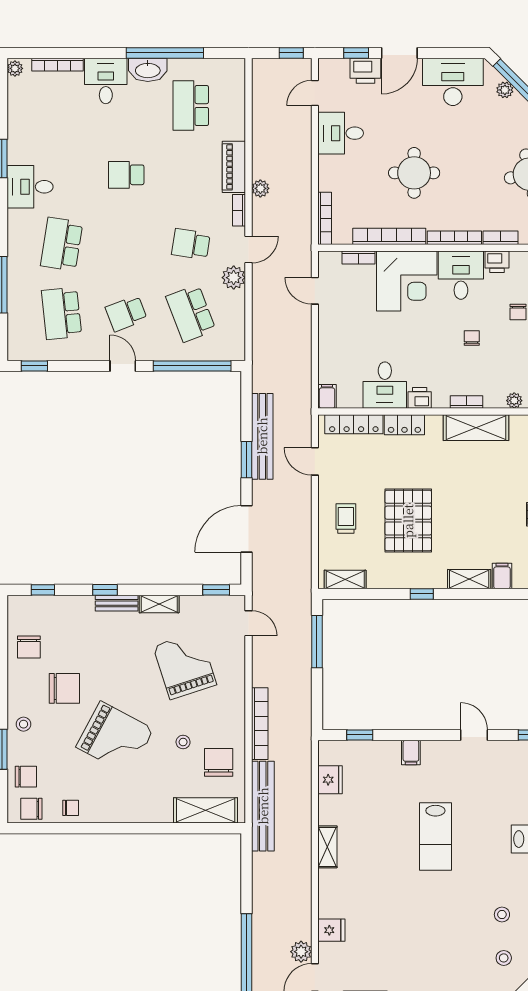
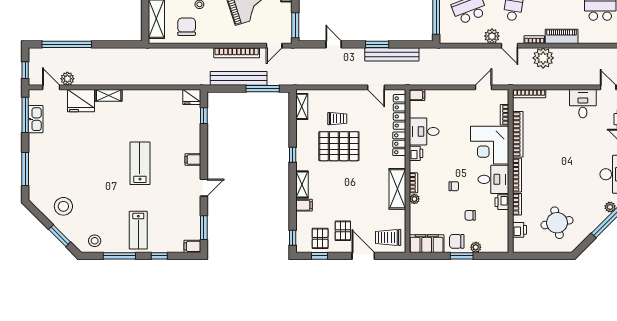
round table: (414, 173) -> (558, 150), removed
plant: (260, 188) -> (543, 58), width x1.87, depth x1.87
plant: (514, 401) -> (414, 199), moved
door: (315, 461) -> (376, 87), swing flipped
trolley: (346, 519) -> (337, 119), moved
door: (246, 529) -> (334, 44), width x0.53
window: (216, 590) -> (295, 25), width x1.50
bookcase: (260, 724) -> (237, 53), moved
filing cabinet: (411, 752) -> (193, 160), moved
chair: (219, 762) -> (187, 27), turned -90
fridge: (330, 780) -> (192, 97), moved
bench: (263, 806) -> (239, 78), moved
lab bench: (435, 836) -> (140, 163), turned 90
shelving: (327, 847) -> (109, 95), moved
stool: (502, 915) -> (91, 205), removed
fridge: (331, 930) -> (81, 101), width x1.88, depth x1.34
stool: (504, 958) -> (63, 206), width x1.89, depth x1.89

